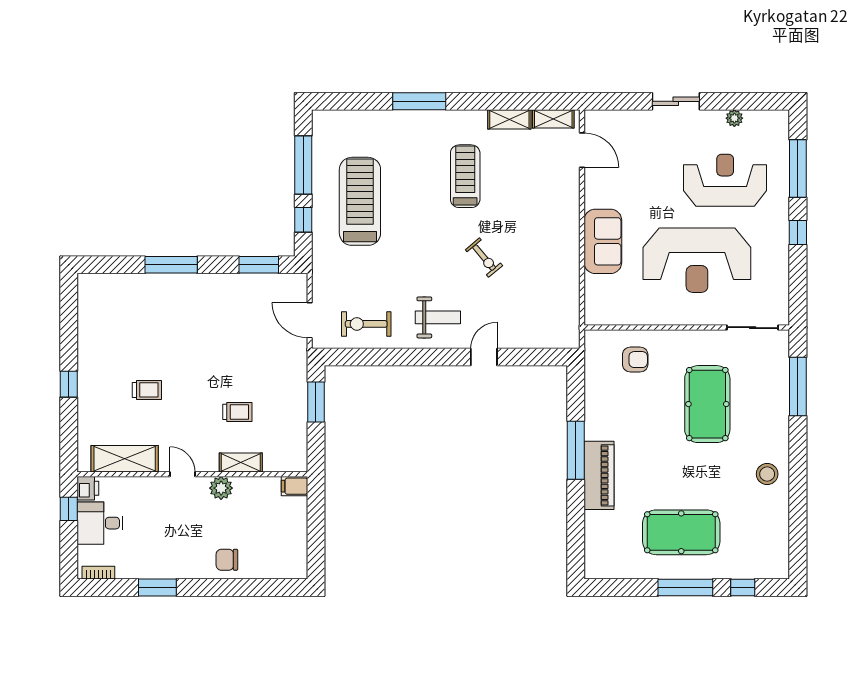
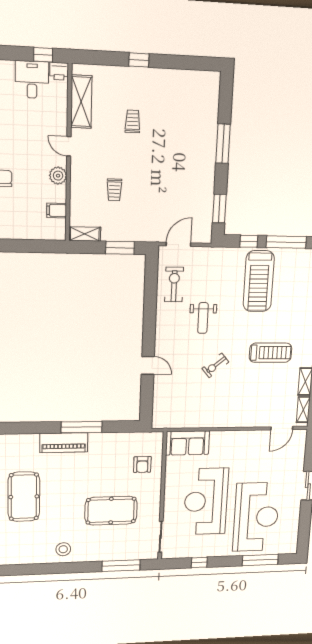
plant: (734, 118) -> (294, 521), removed
reception desk: (725, 180) -> (256, 517), width x1.36, depth x1.30
treadmill: (360, 201) -> (259, 281), turned 90
window: (798, 233) -> (199, 562), moved
sofa: (603, 241) -> (188, 443), moved
weight bench: (438, 317) -> (203, 318), moved
trolley: (147, 390) -> (133, 121), turned 180
shelving: (241, 463) -> (85, 234), moved, turned 90
door: (182, 474) -> (69, 146), swing flipped
filing cabinet: (294, 486) -> (57, 210), moved, turned -90

